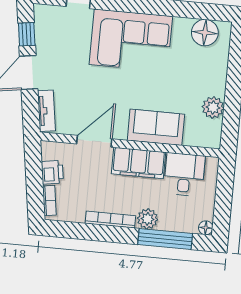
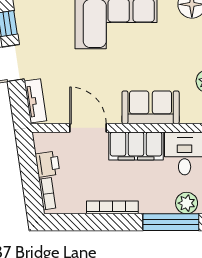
door: (94, 141) -> (88, 128), hinge flipped
plant: (147, 219) -> (187, 203), moved

